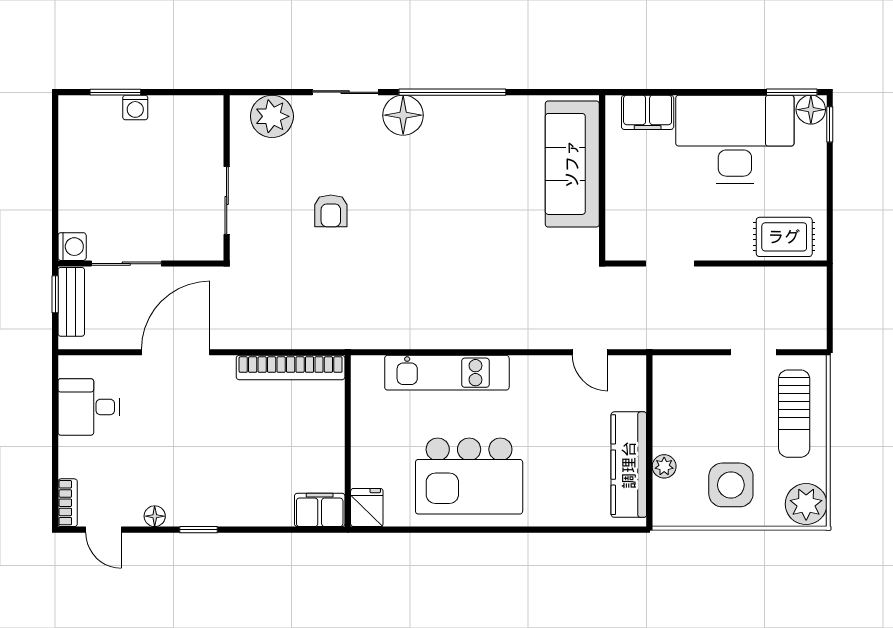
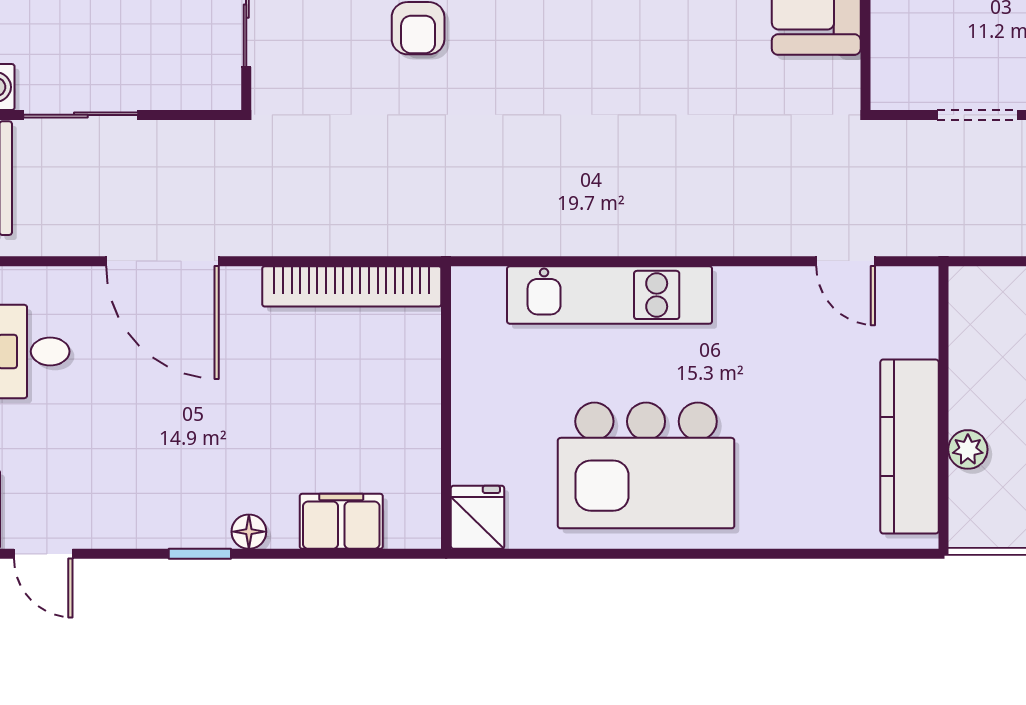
door: (176, 352) -> (162, 261), swing flipped
filing cabinet: (320, 510) -> (341, 521), moved
floor lamp: (155, 516) -> (249, 532), moved

